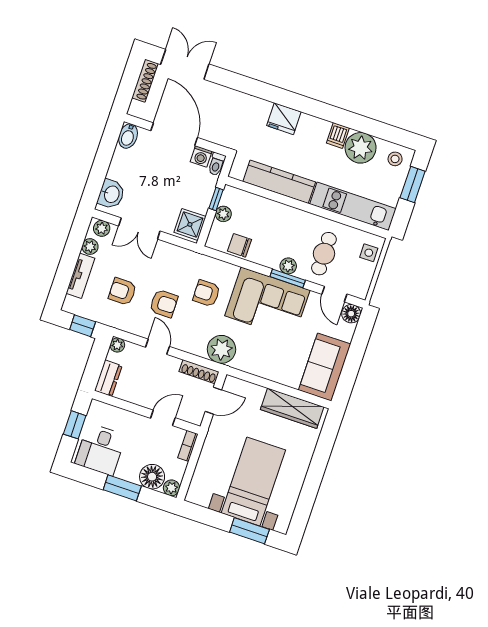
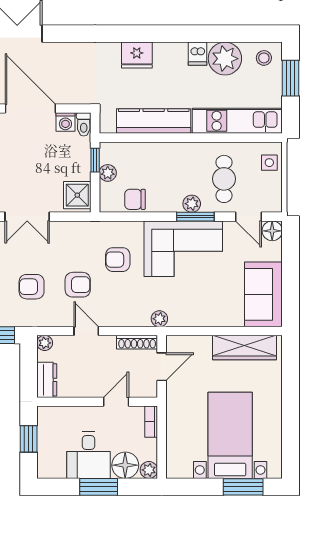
plant: (221, 349) -> (159, 319), width x0.53, depth x0.53
desk: (100, 449) -> (88, 455), moved

